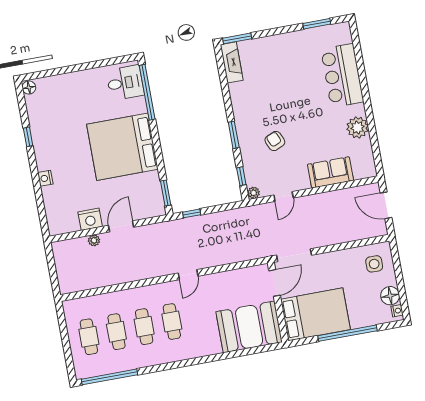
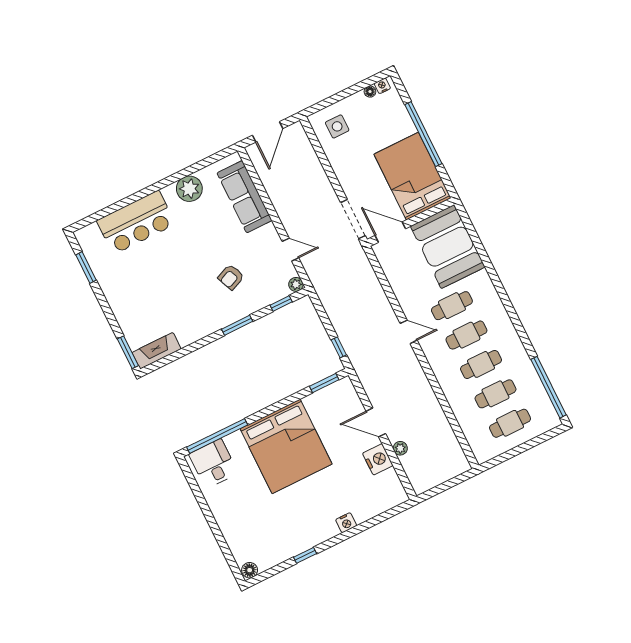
sofa: (330, 172) -> (244, 197), width x1.36
floor lamp: (390, 296) -> (370, 92), width x0.53, depth x0.53
cafe table: (199, 316) -> (452, 306), added

